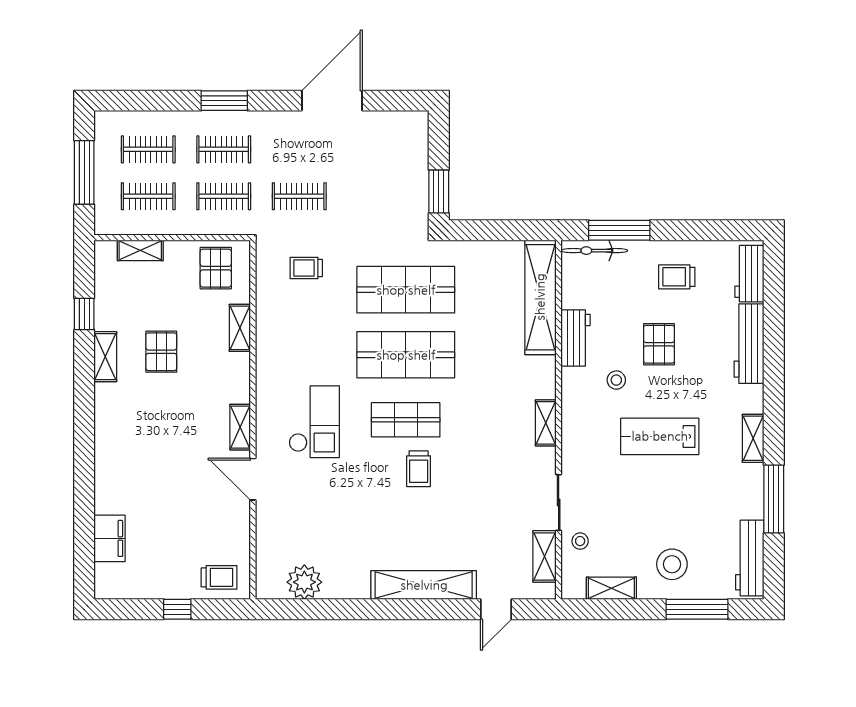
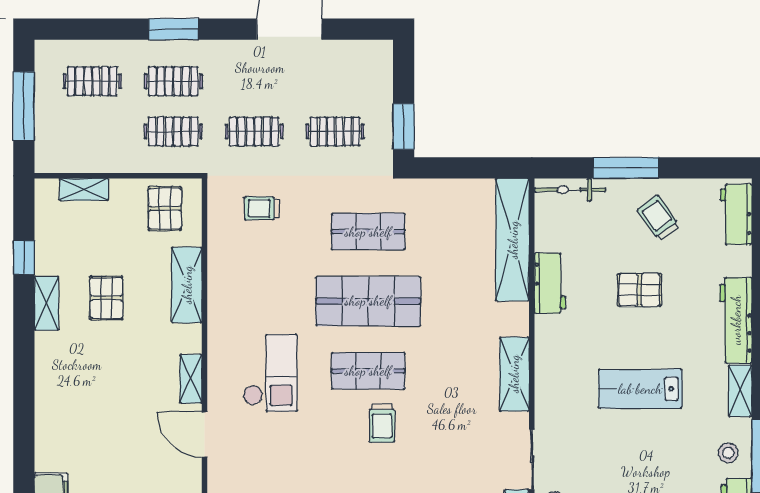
clothes rail: (148, 196) -> (335, 132), moved
window: (619, 230) -> (626, 168), moved
trolley: (677, 277) -> (658, 218), turned 54
shop shelf: (406, 290) -> (368, 232), width x0.70, depth x0.74
shelving: (240, 328) -> (187, 285), width x1.50, depth x1.33
pallet: (659, 344) -> (639, 290), turned 90
workbench: (749, 344) -> (736, 320), moved
stool: (616, 380) -> (728, 453), moved
shelving: (546, 423) -> (514, 374), width x1.50, depth x1.33

